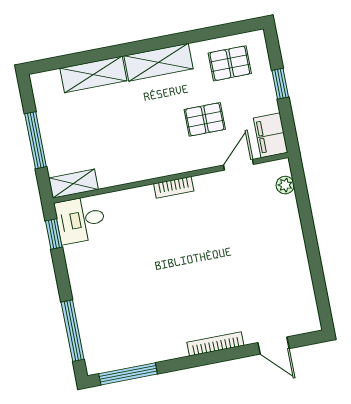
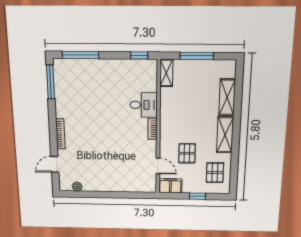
plant: (285, 185) -> (77, 187), moved
desk: (80, 220) -> (144, 105), moved, turned 90

